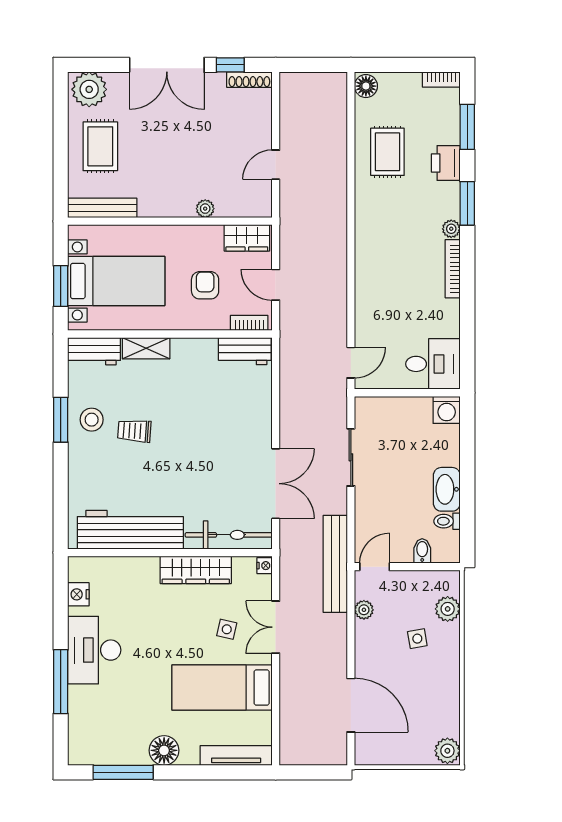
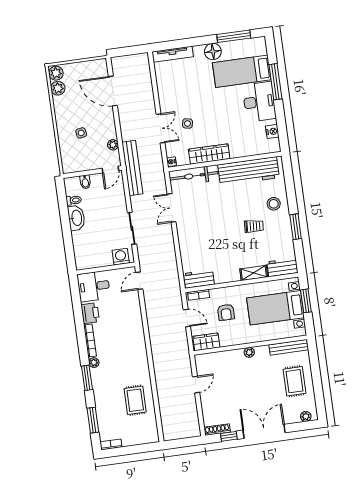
floor lamp: (366, 86) -> (152, 435), removed
plant: (89, 89) -> (306, 416), width x0.53, depth x0.53
printer: (446, 163) -> (90, 313), moved
plant: (205, 209) -> (249, 352), moved
washing machine: (447, 410) -> (121, 257), moved
stool: (92, 420) -> (274, 204), moved
double door: (276, 484) -> (172, 208), width x0.73
plant: (448, 609) -> (58, 88), moved
bed: (222, 688) -> (242, 71), moved, turned 180

